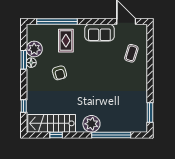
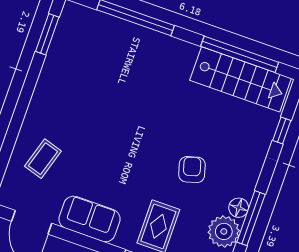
window: (24, 60) -> (251, 218), width x1.44
plant: (91, 124) -> (165, 52), removed
window: (56, 135) -> (240, 54), width x3.17

